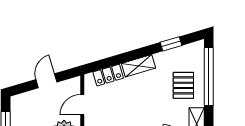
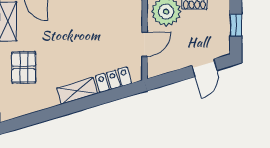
window: (171, 44) -> (38, 117), removed
door: (46, 81) -> (204, 68), moved

